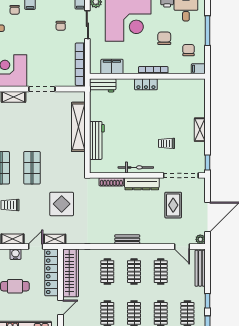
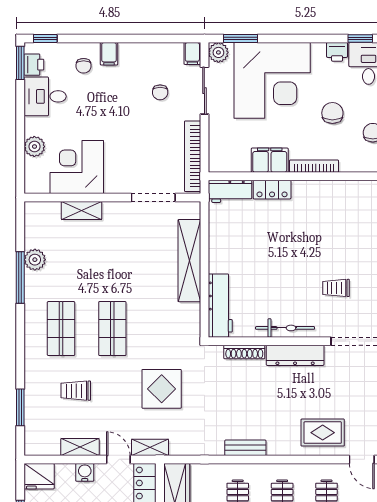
filing cabinet: (112, 67) -> (270, 160), moved
locker: (146, 84) -> (272, 190), moved
doorway: (42, 89) -> (153, 198), moved
workbench: (97, 140) -> (220, 306), moved
rug: (173, 205) -> (323, 433), moved, turned 90
bench: (127, 239) -> (245, 448), moved
door: (36, 246) -> (118, 459), hinge flipped

